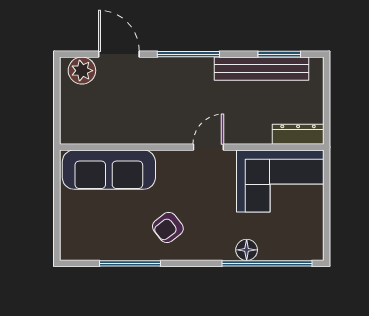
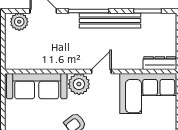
bench: (262, 69) -> (110, 20), moved
plant: (174, 166) -> (79, 84), added

